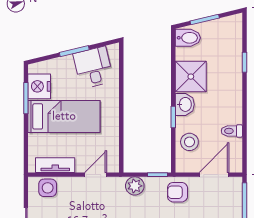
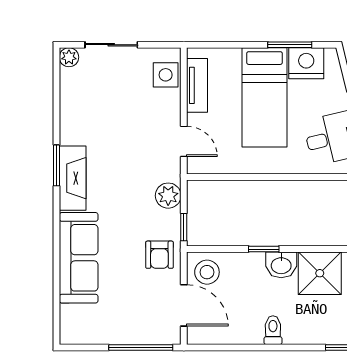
toilet: (232, 131) -> (273, 330), moved
stool: (189, 142) -> (207, 272), moved
armchair: (177, 192) -> (159, 255), turned 180

